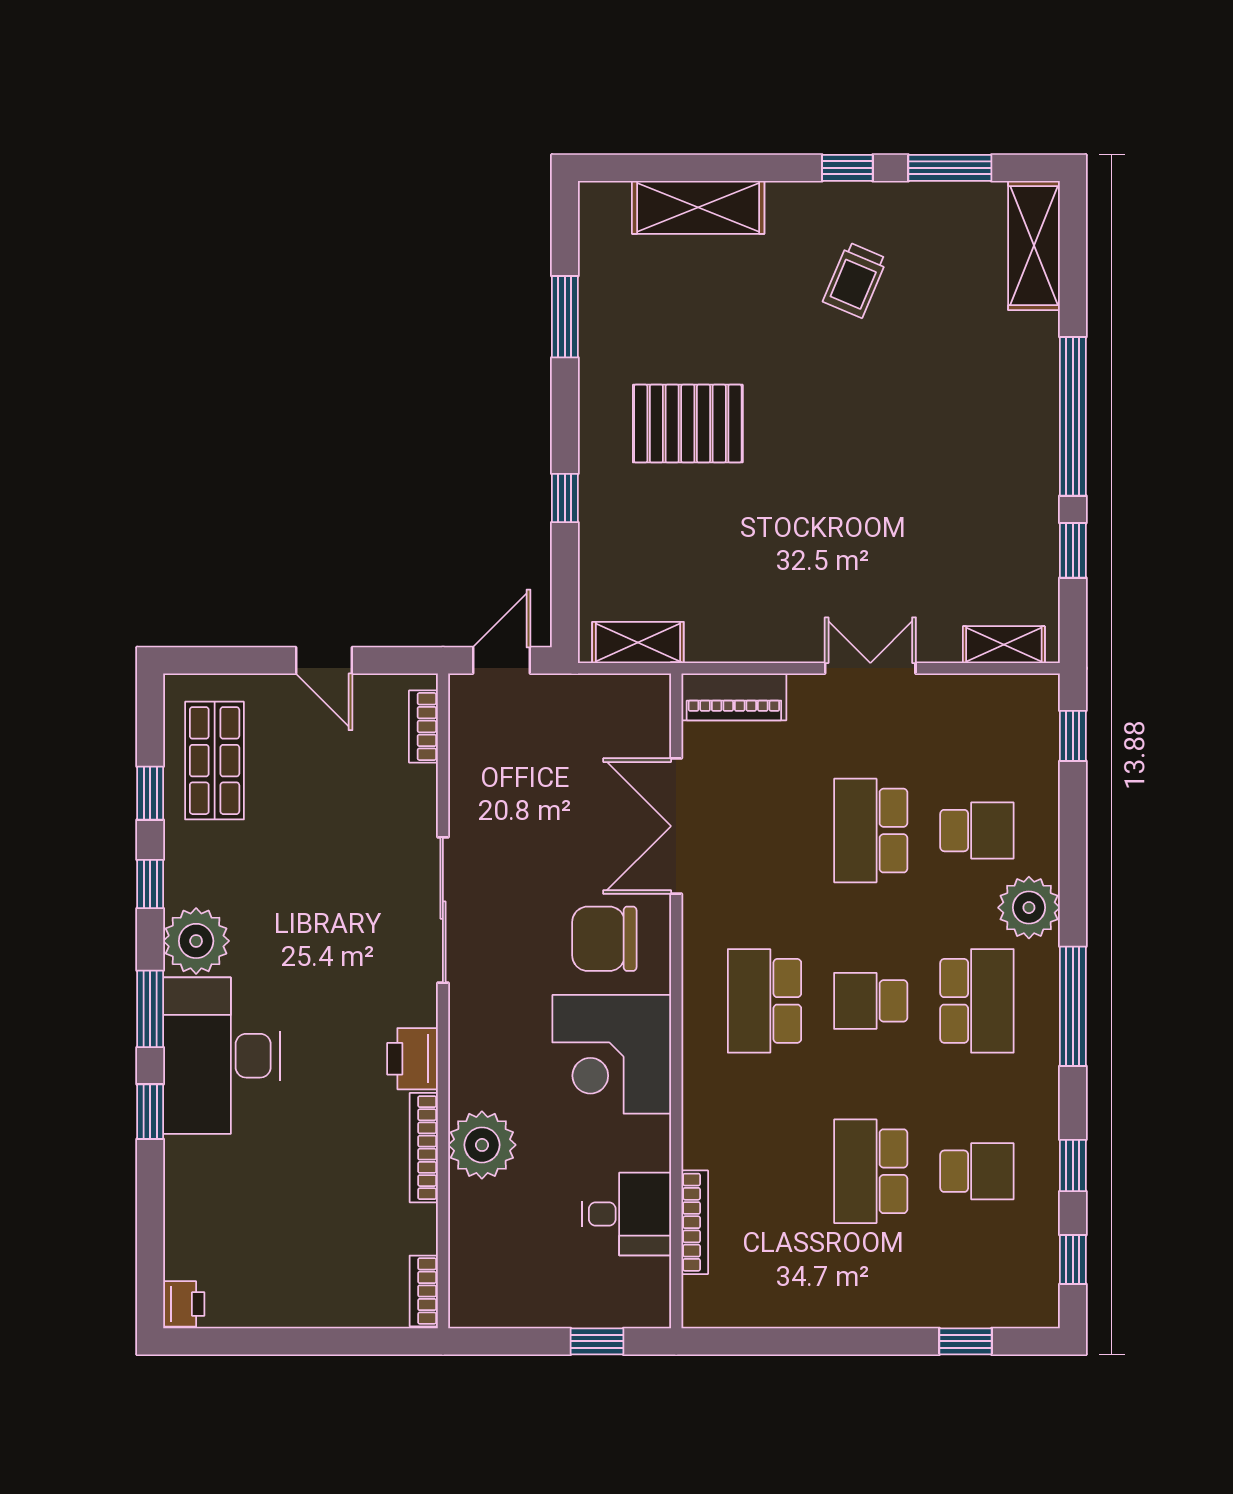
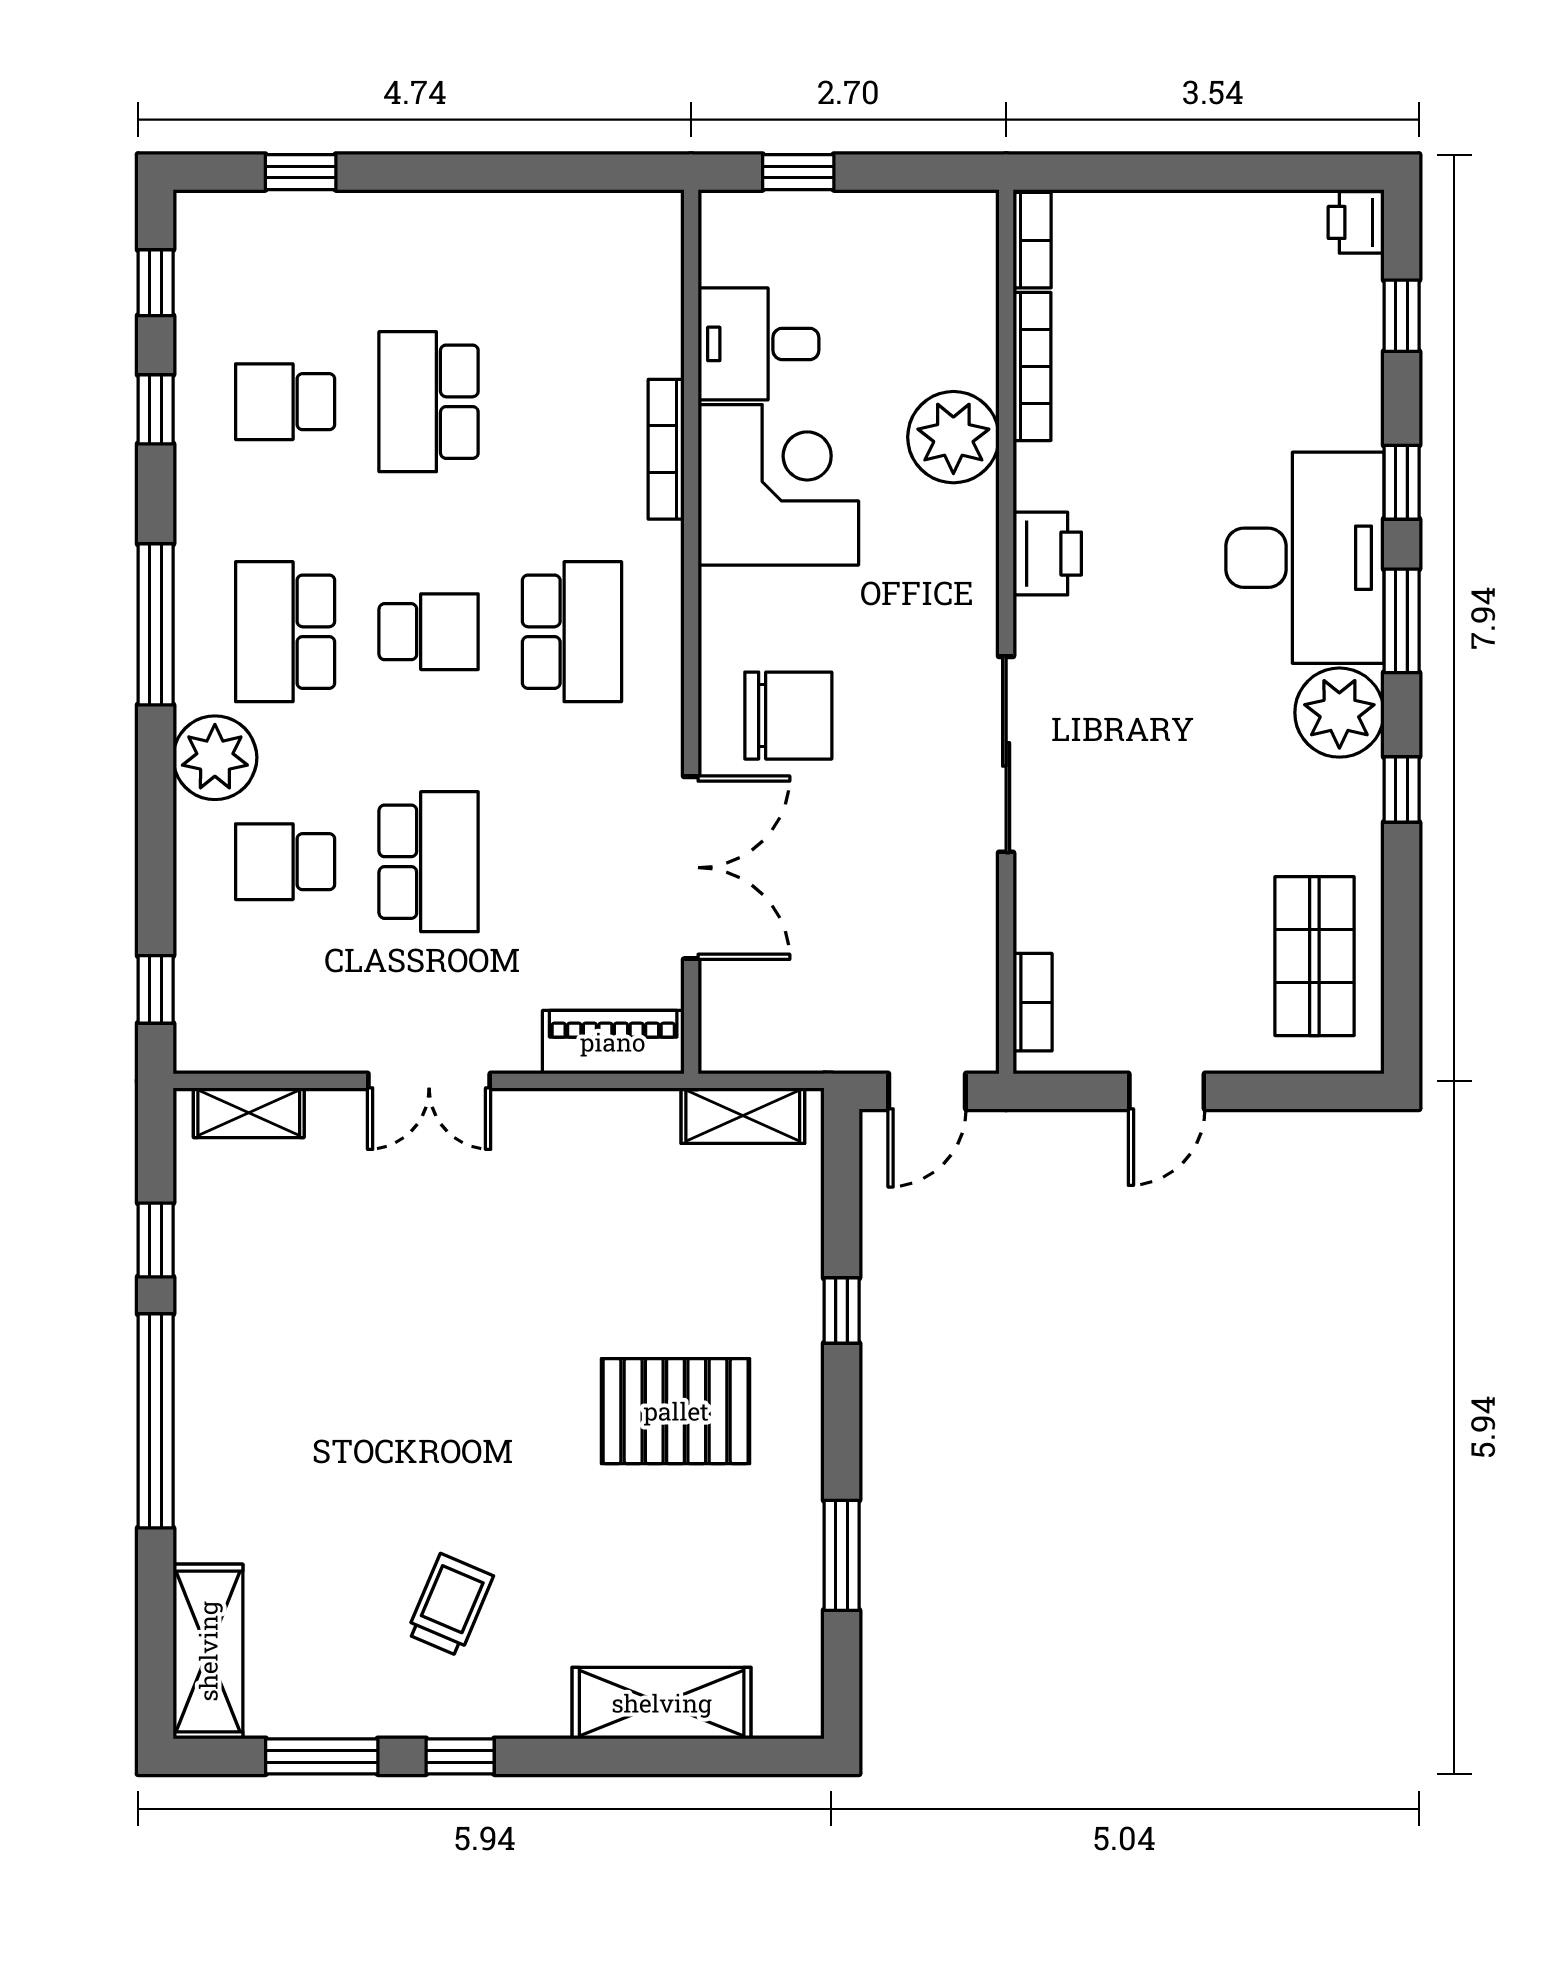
door: (324, 660) -> (1167, 1091), swing flipped
window: (150, 793) -> (1402, 316), moved
corner desk: (612, 1054) -> (778, 485), moved
bookcase: (424, 1148) -> (1032, 366), moved
school desk: (871, 1171) -> (429, 402), turned 180
bookcase: (695, 1222) -> (666, 449), moved

